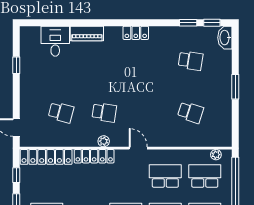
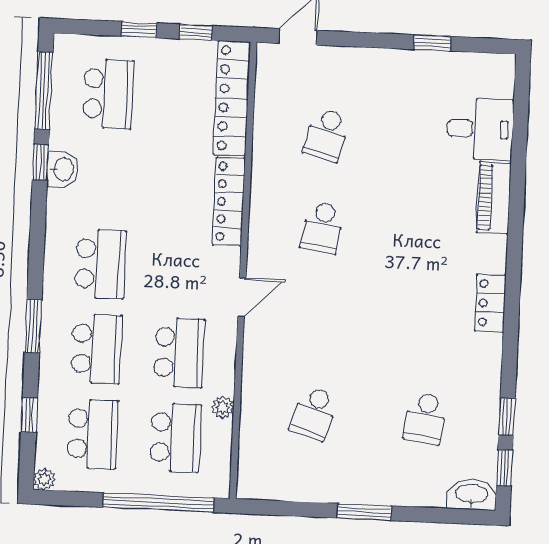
plant: (104, 141) -> (260, 223), removed
plant: (216, 155) -> (223, 407), moved

